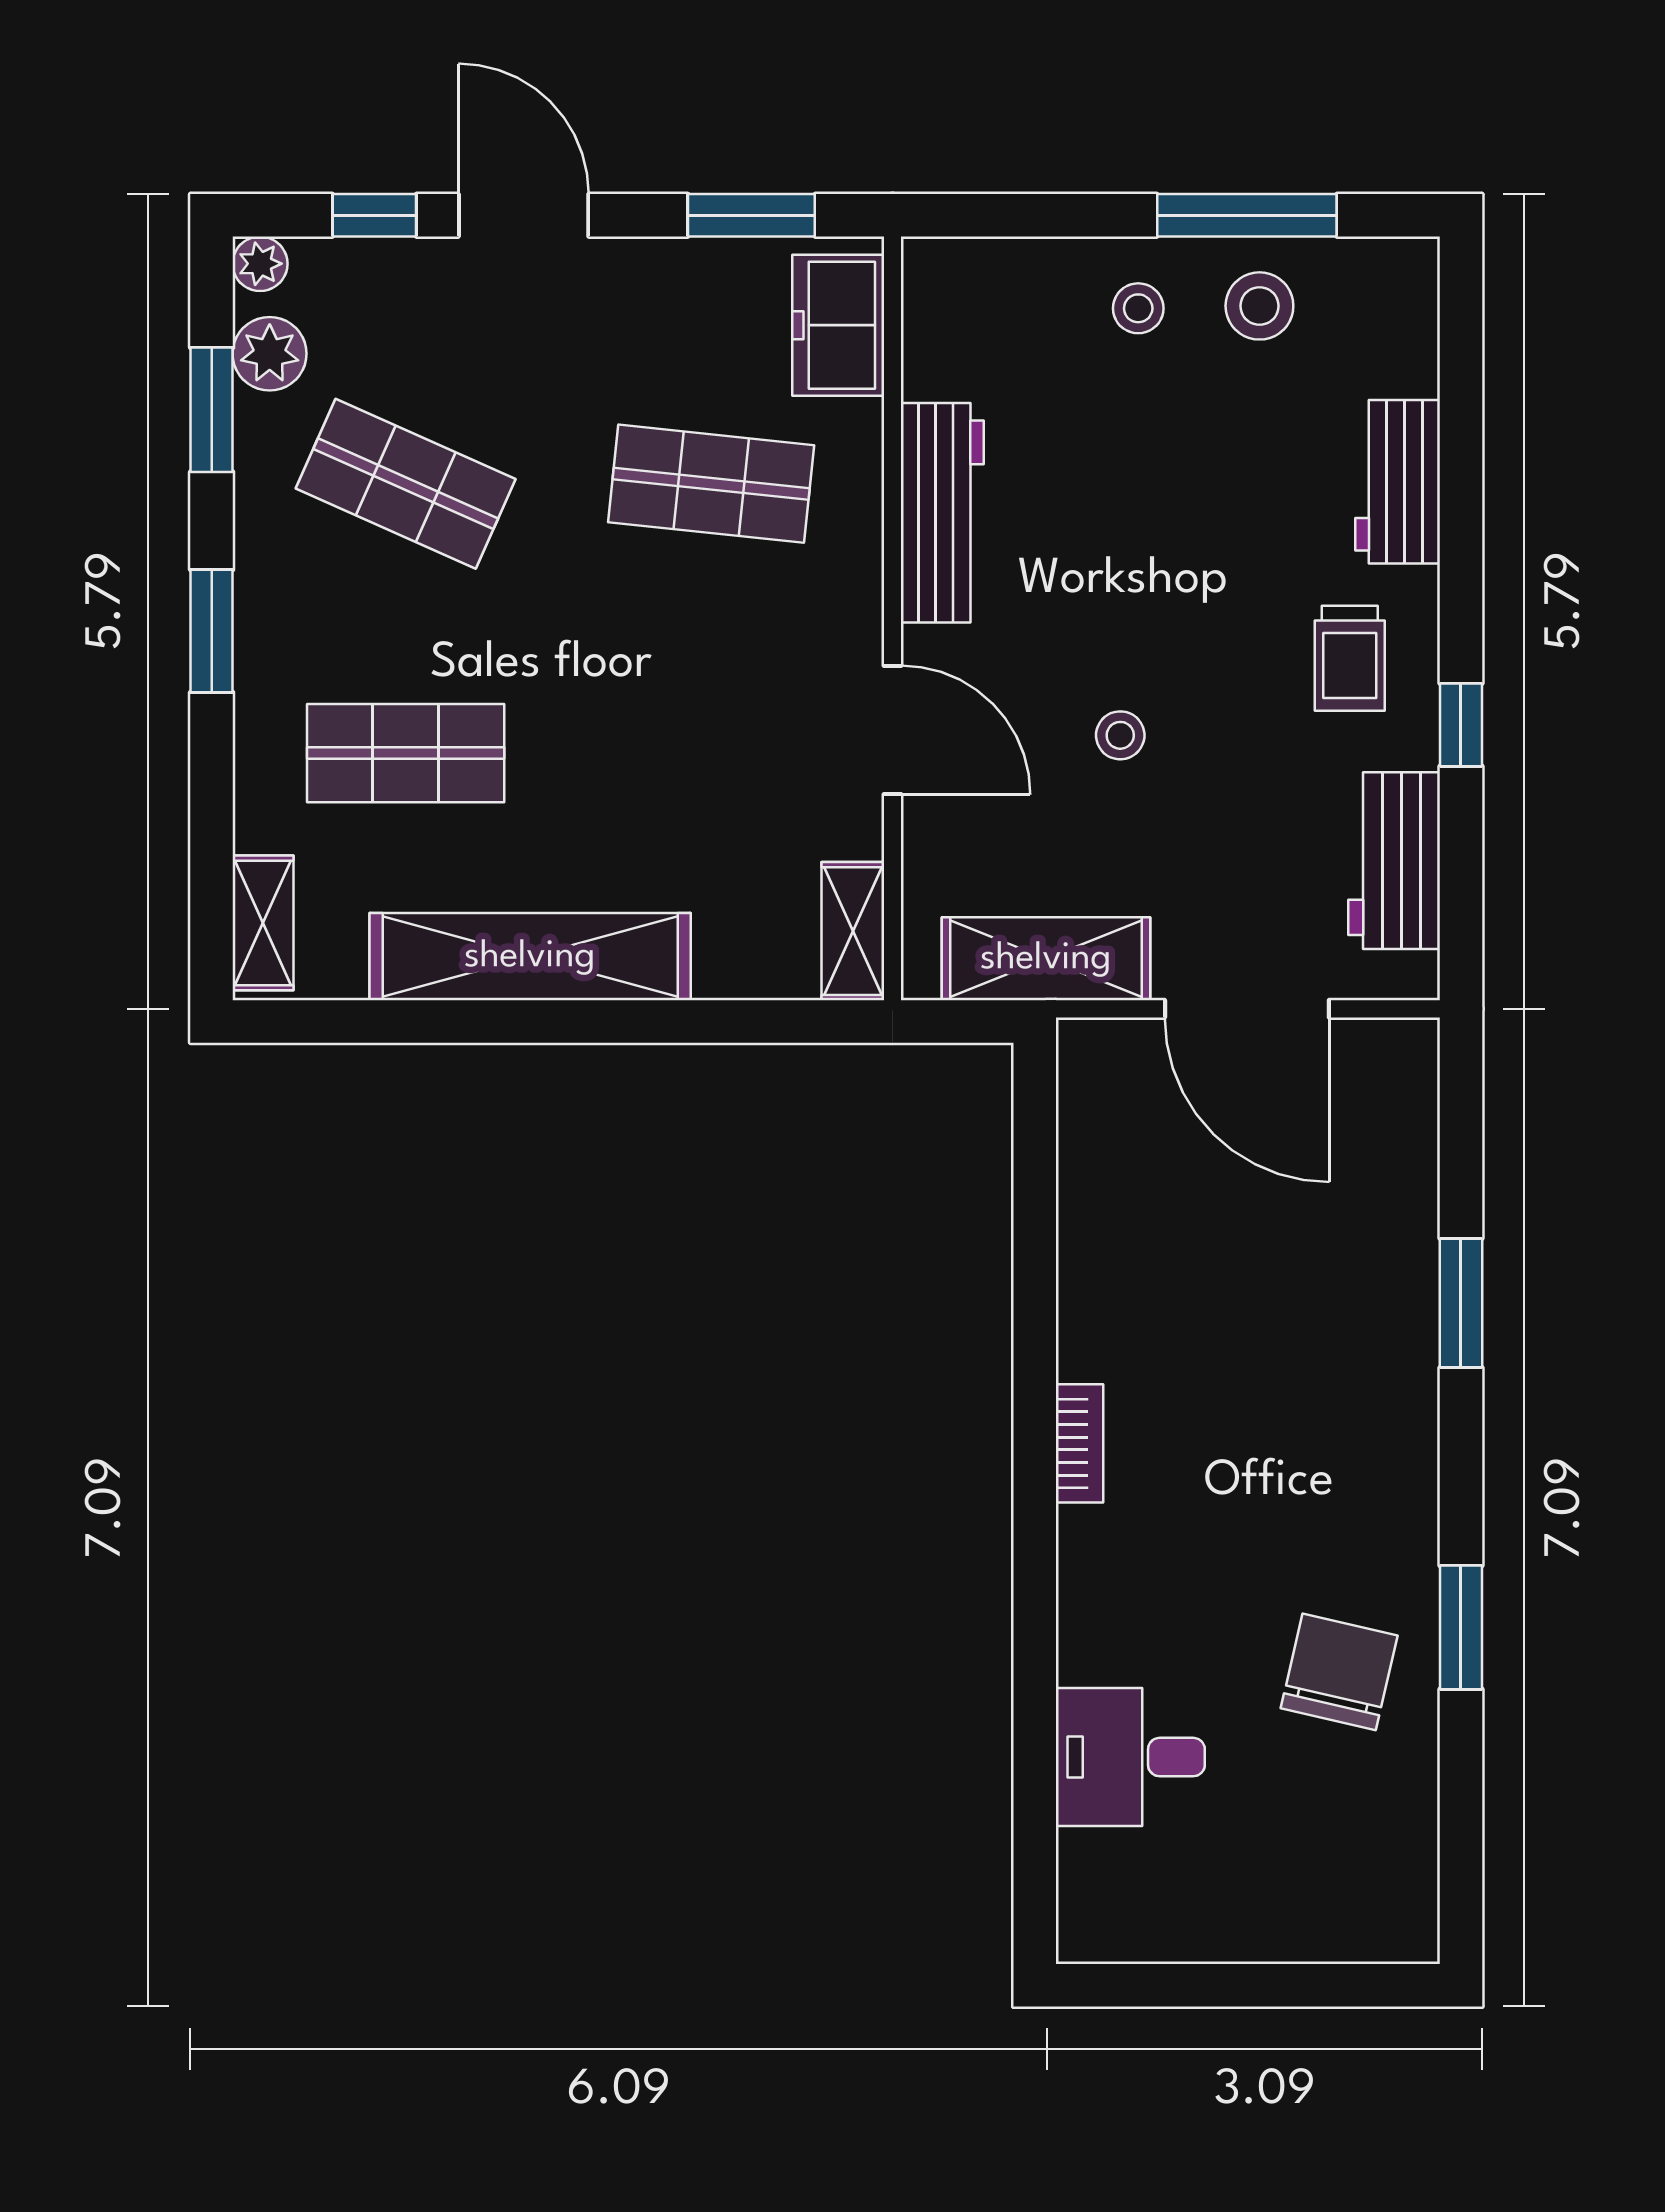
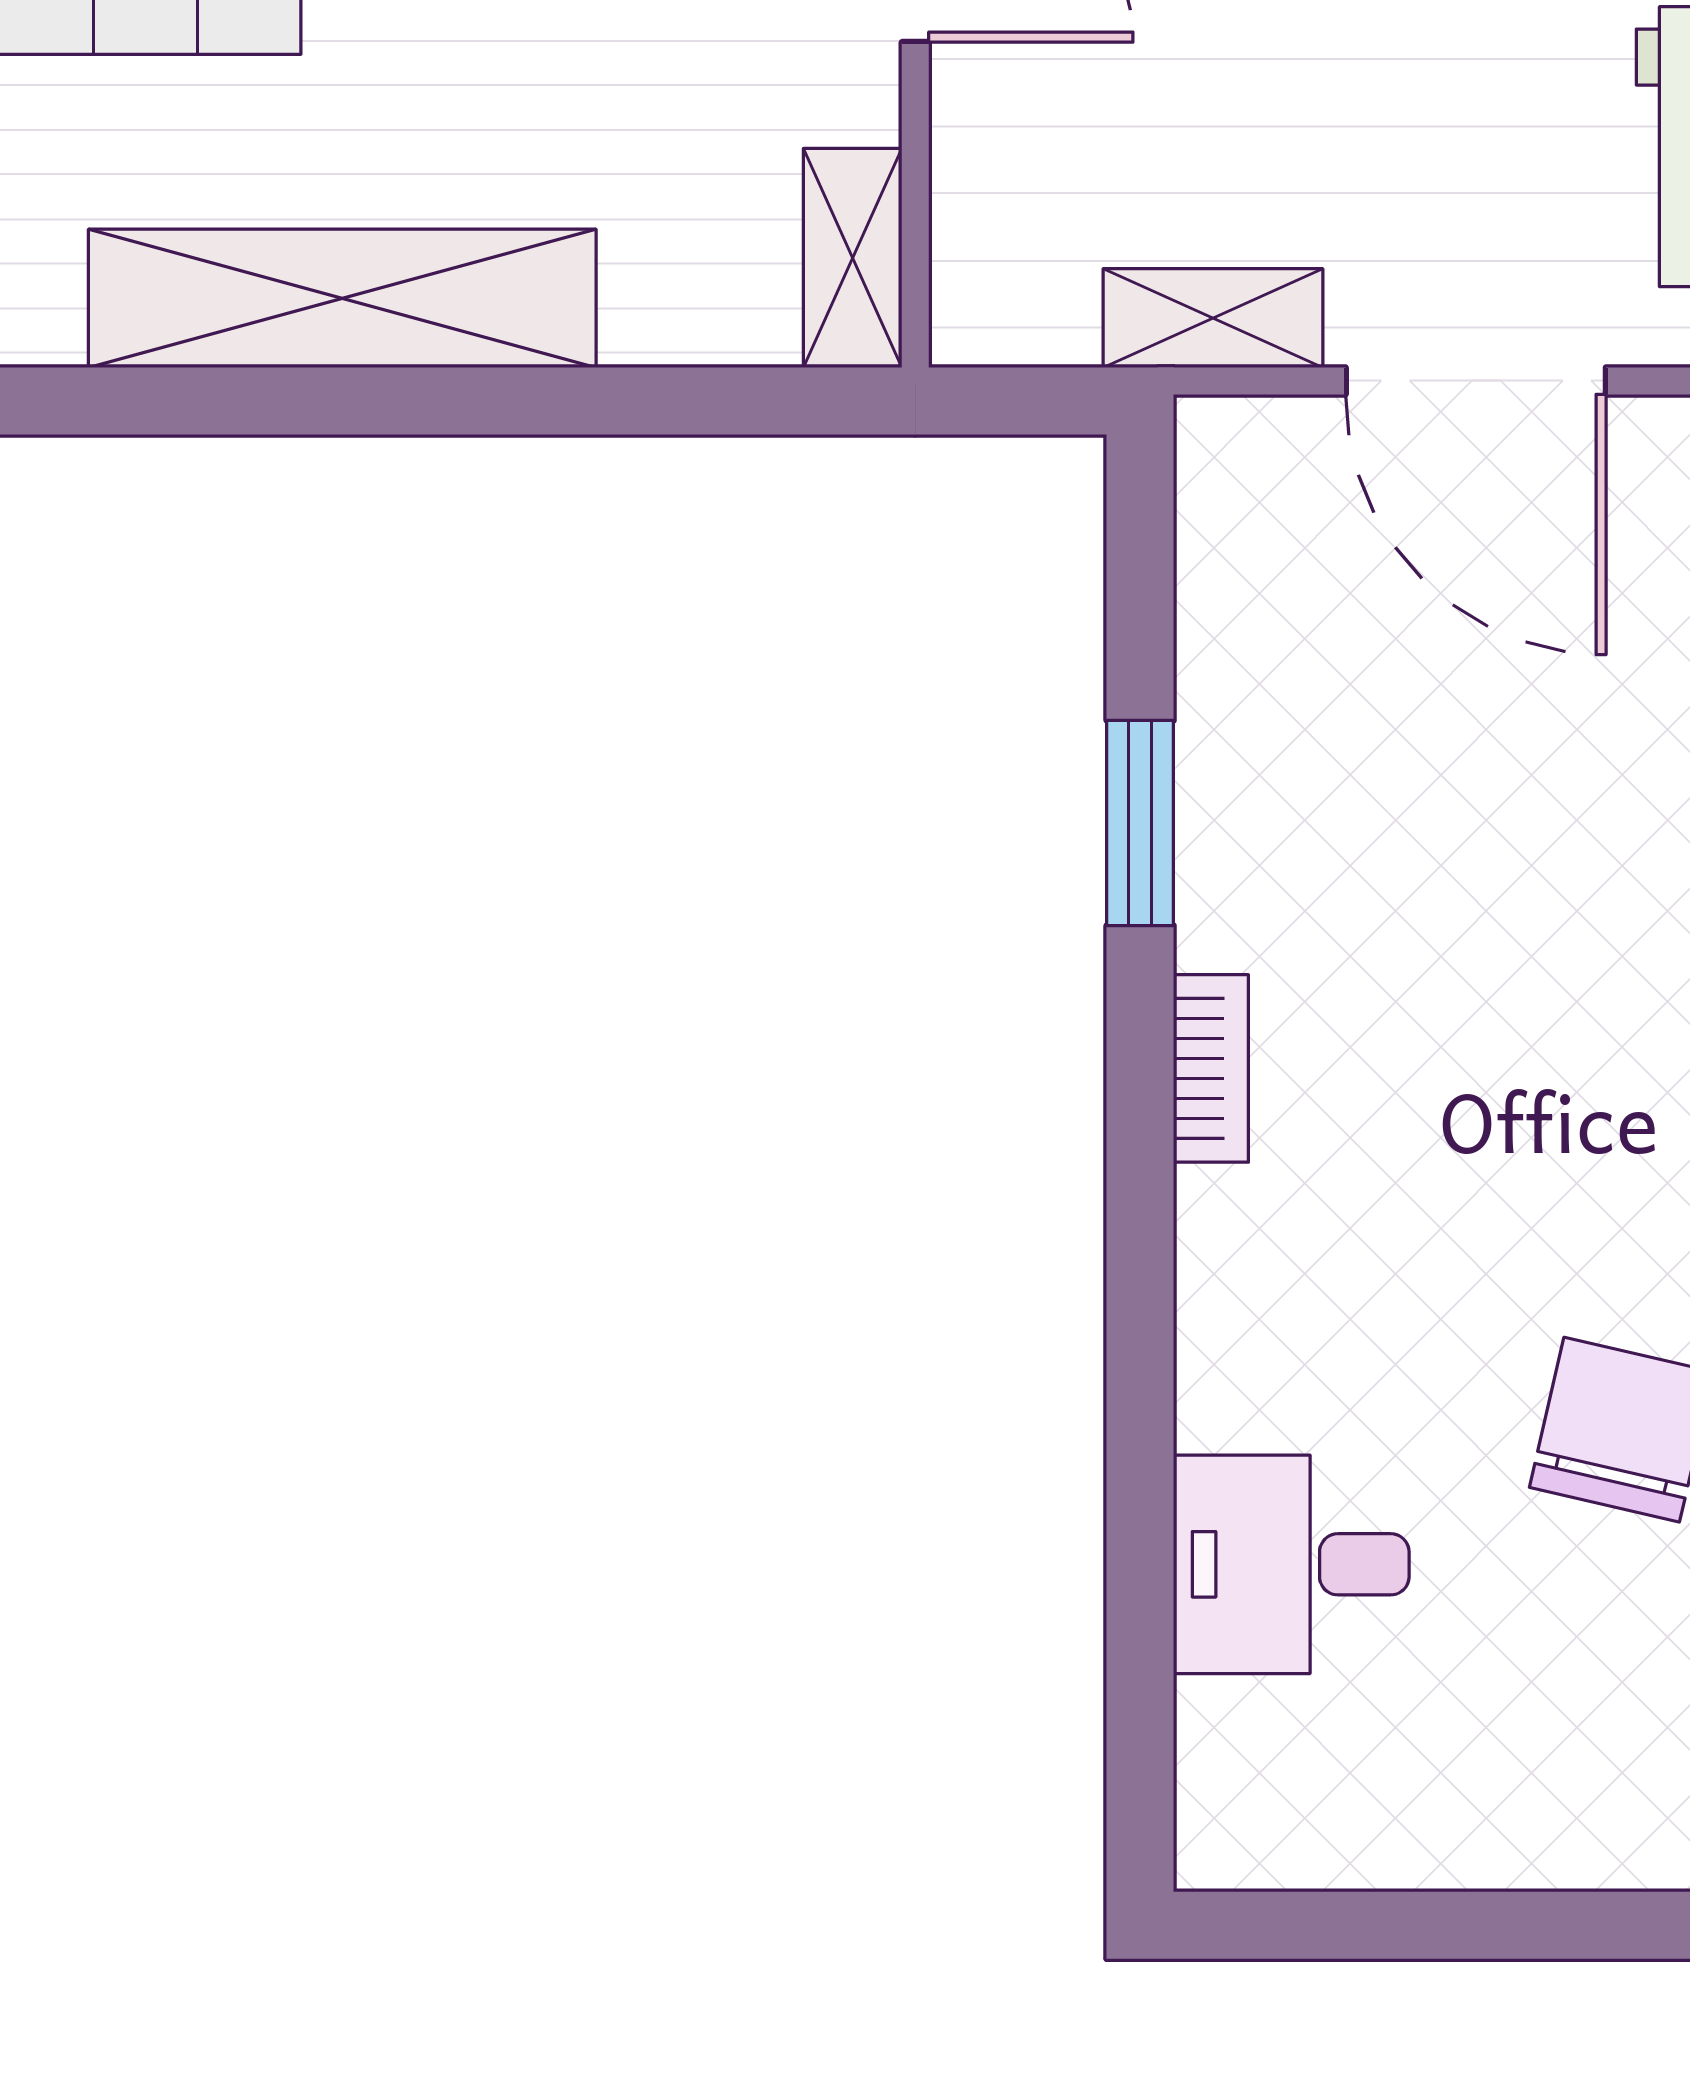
shelving: (1046, 959) -> (1213, 318), width x0.67, depth x0.75
window: (1035, 1288) -> (1140, 823), added

